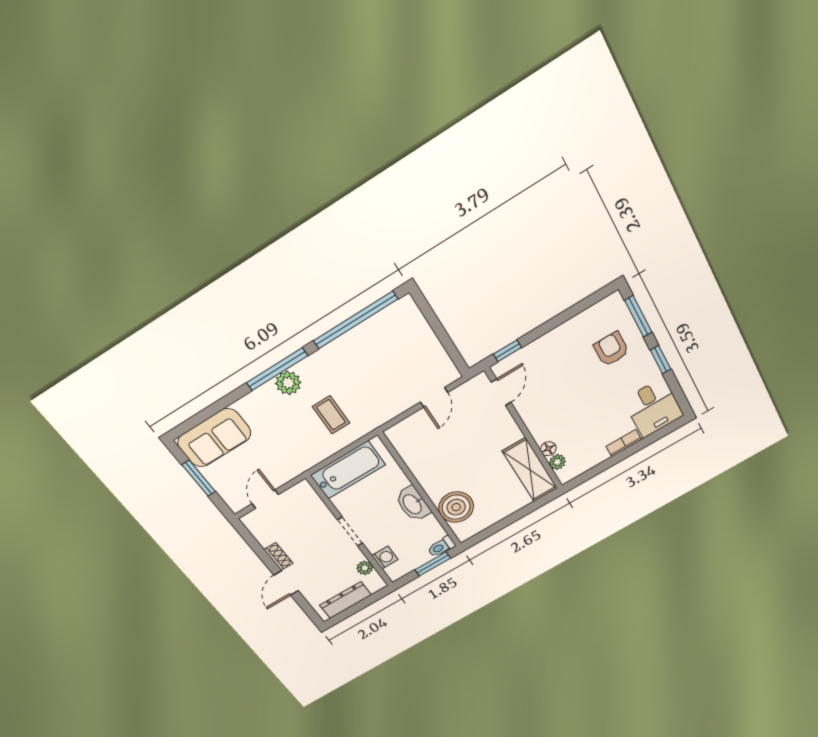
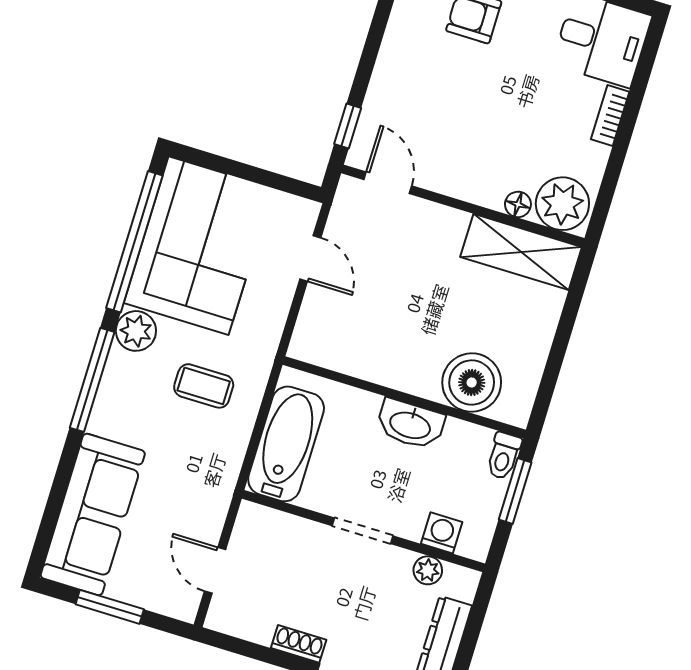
corner sofa: (386, 348) -> (199, 246), added
plant: (288, 383) -> (136, 331), moved
sofa: (214, 438) -> (93, 514), width x1.36
plant: (557, 462) -> (562, 204), width x1.87, depth x1.87

